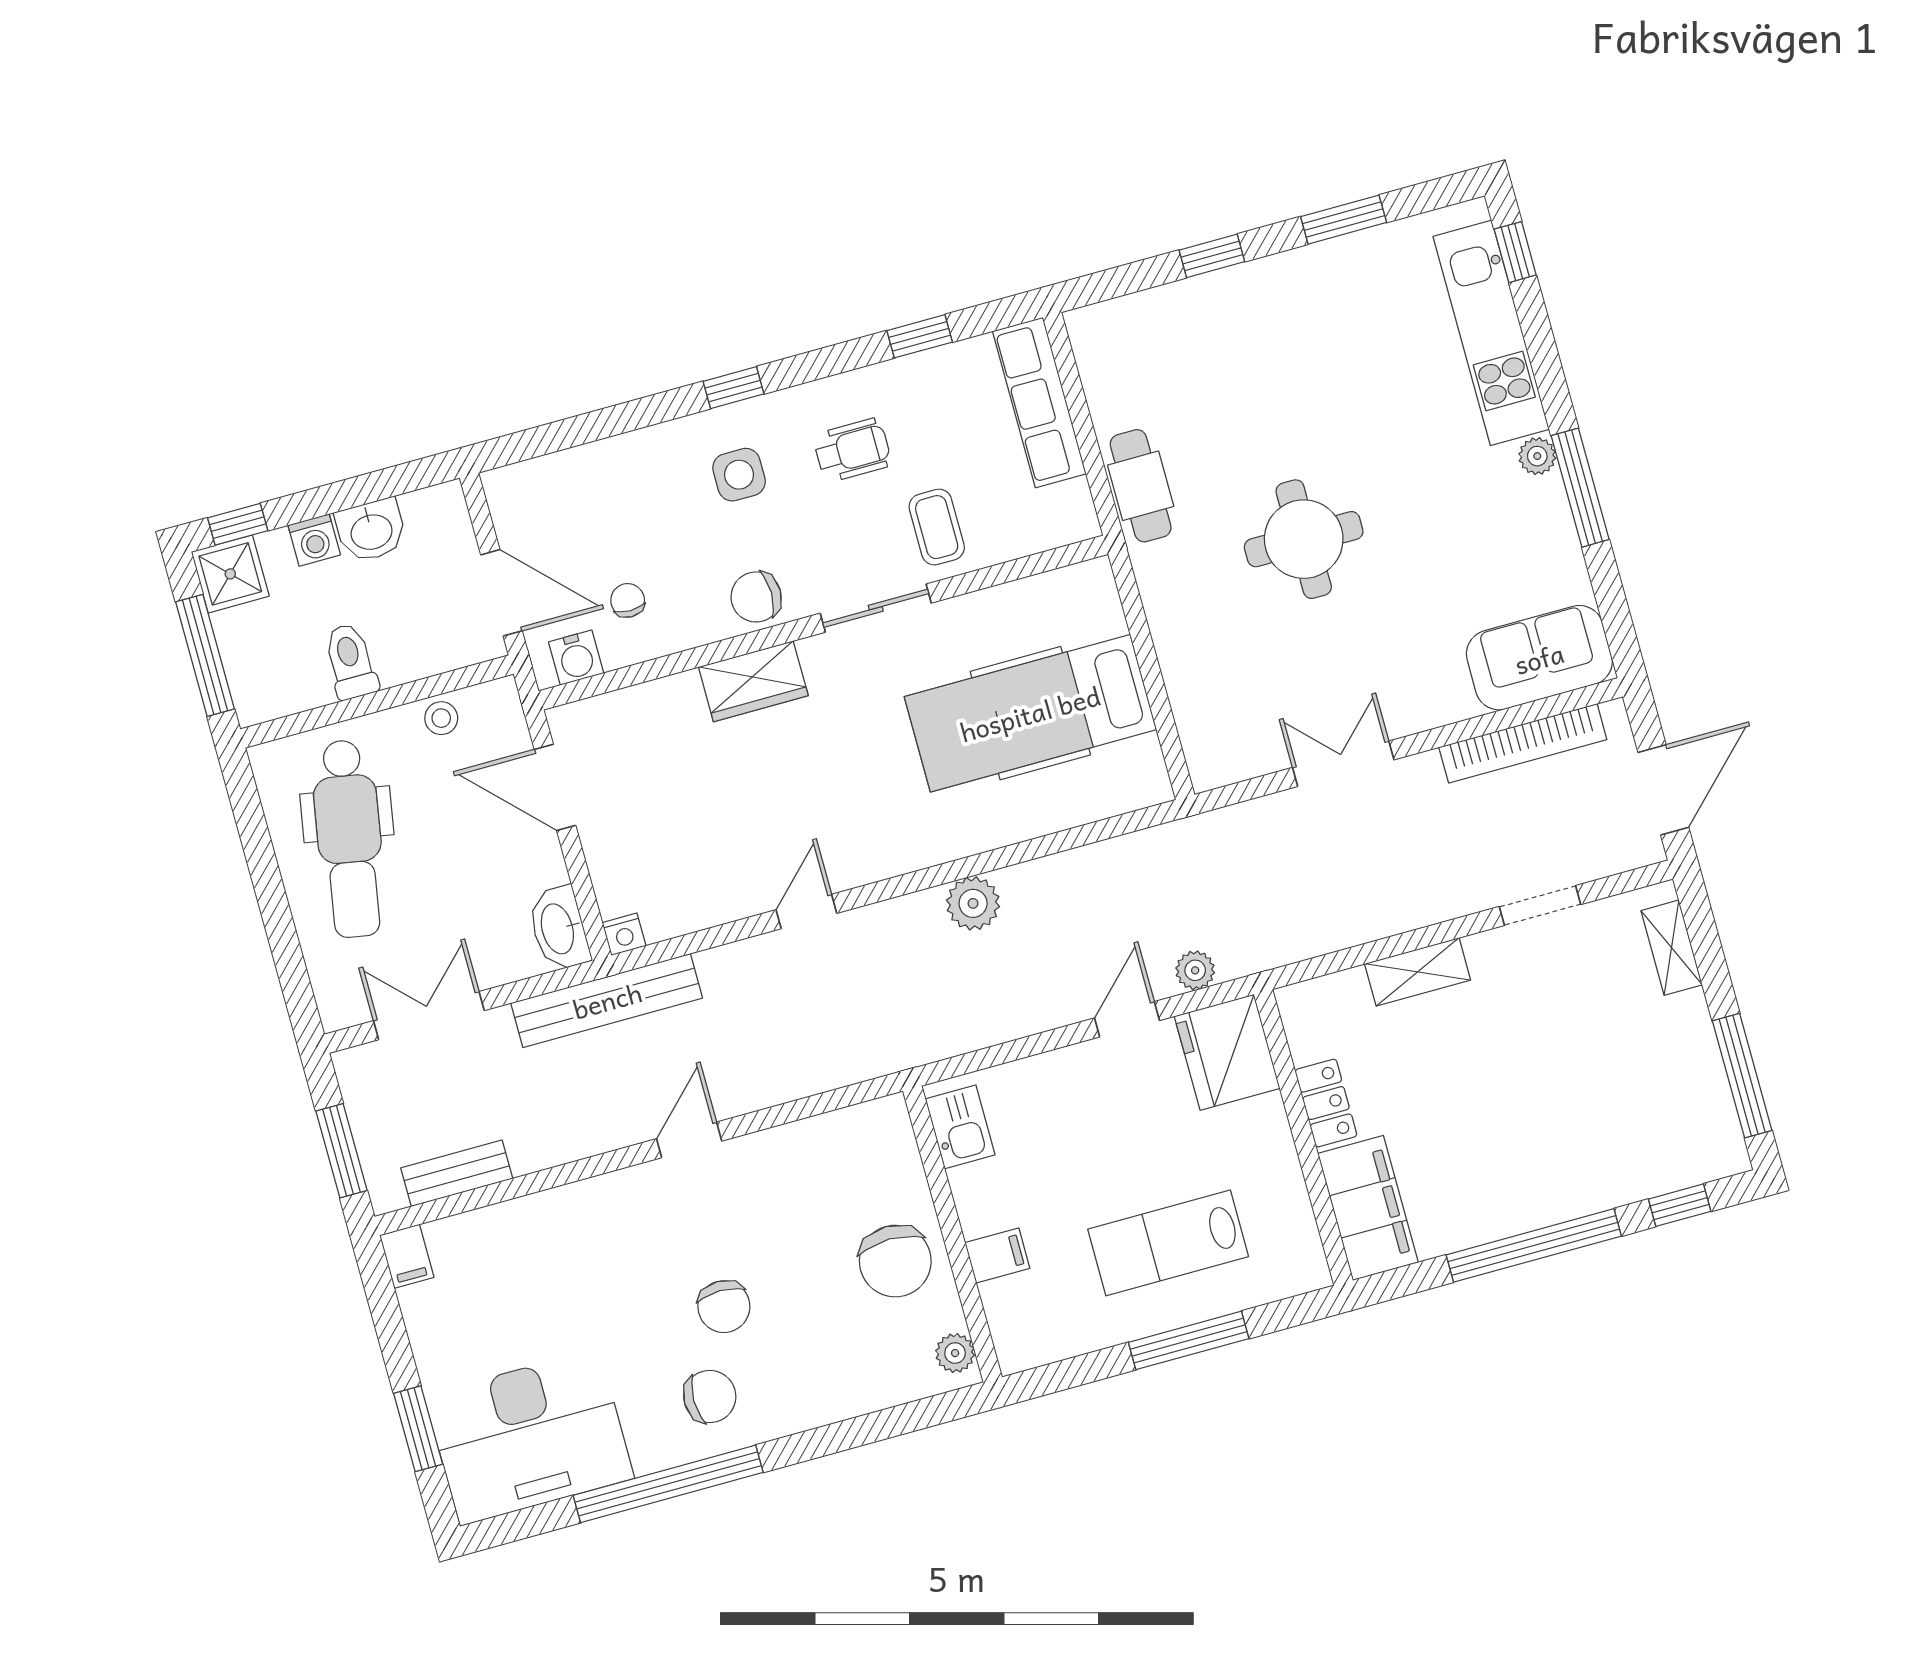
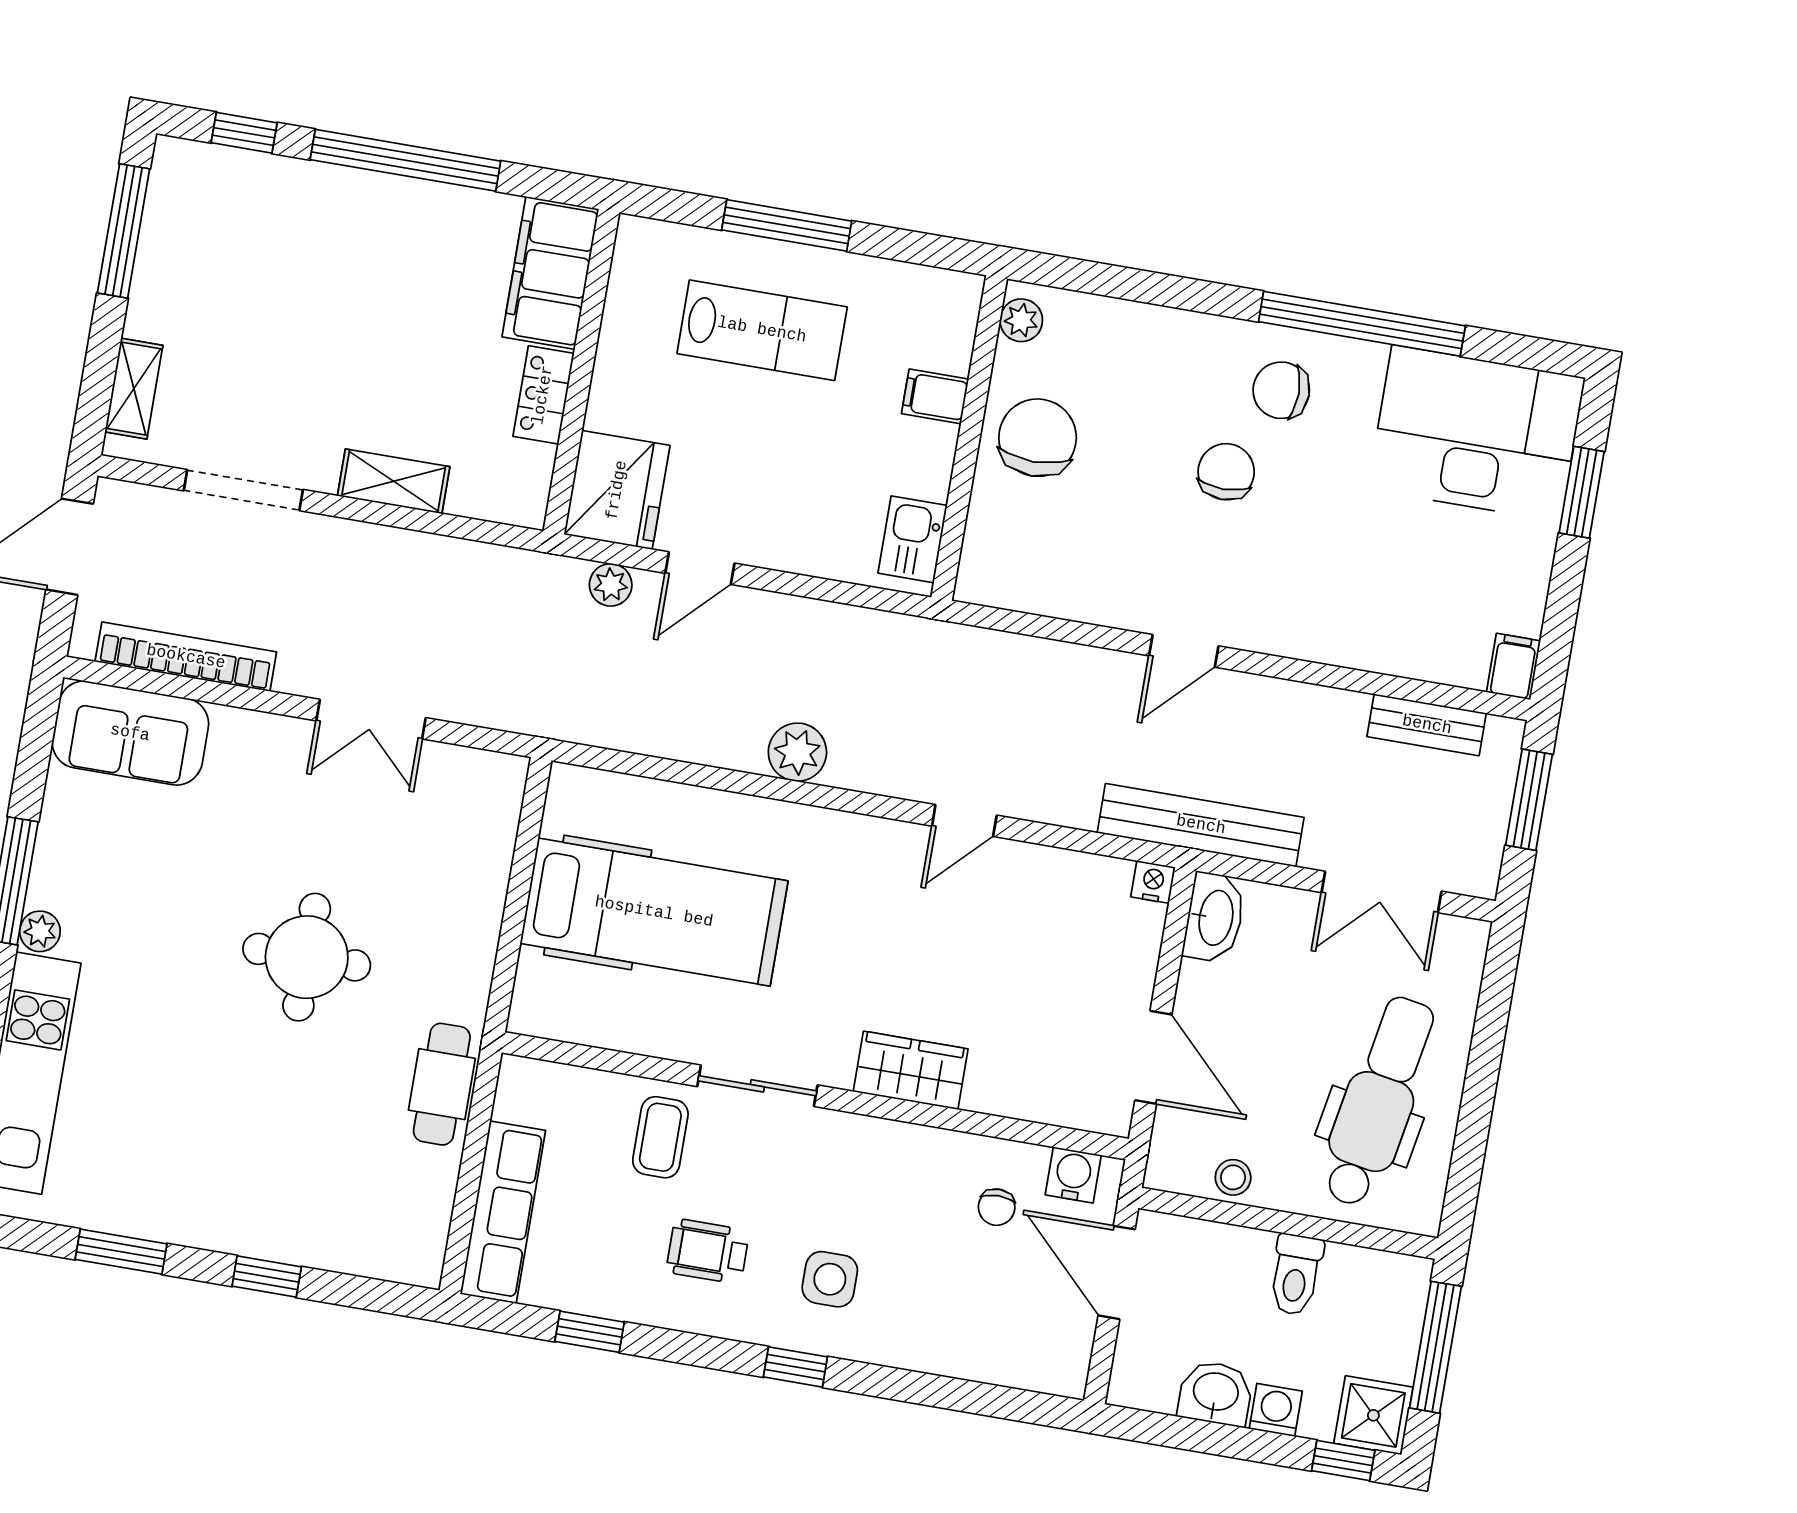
chair: (756, 597) -> (869, 1152), removed
doorway: (1540, 906) -> (243, 490), width x1.38

